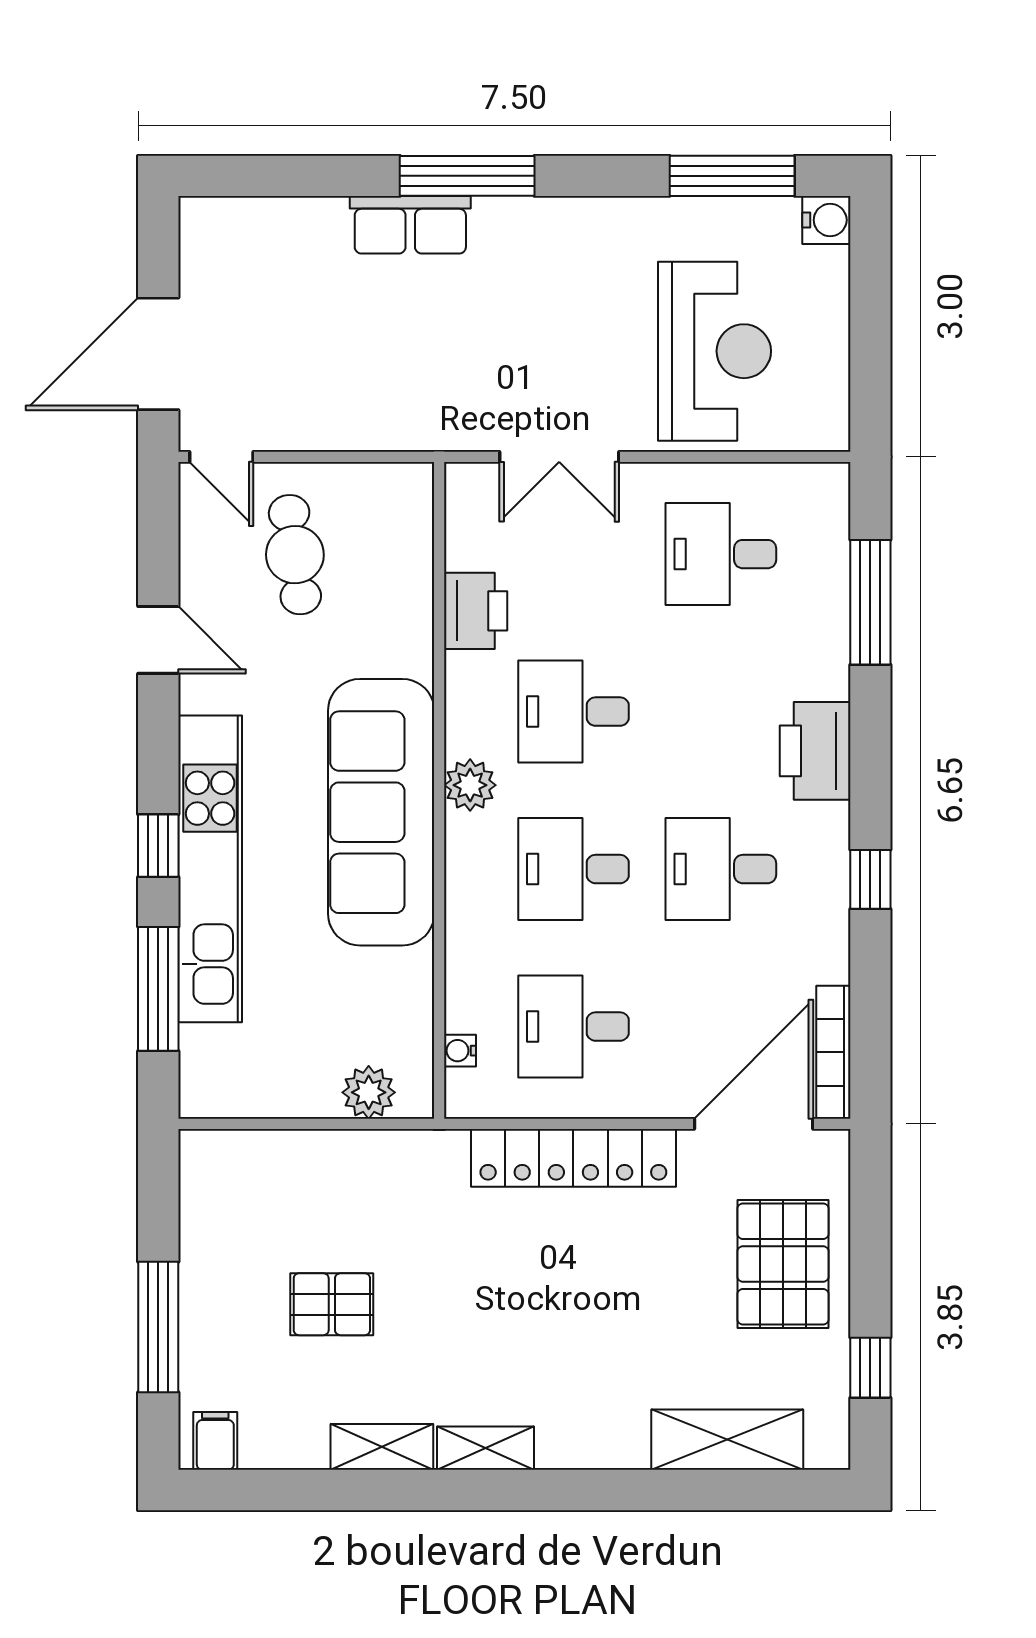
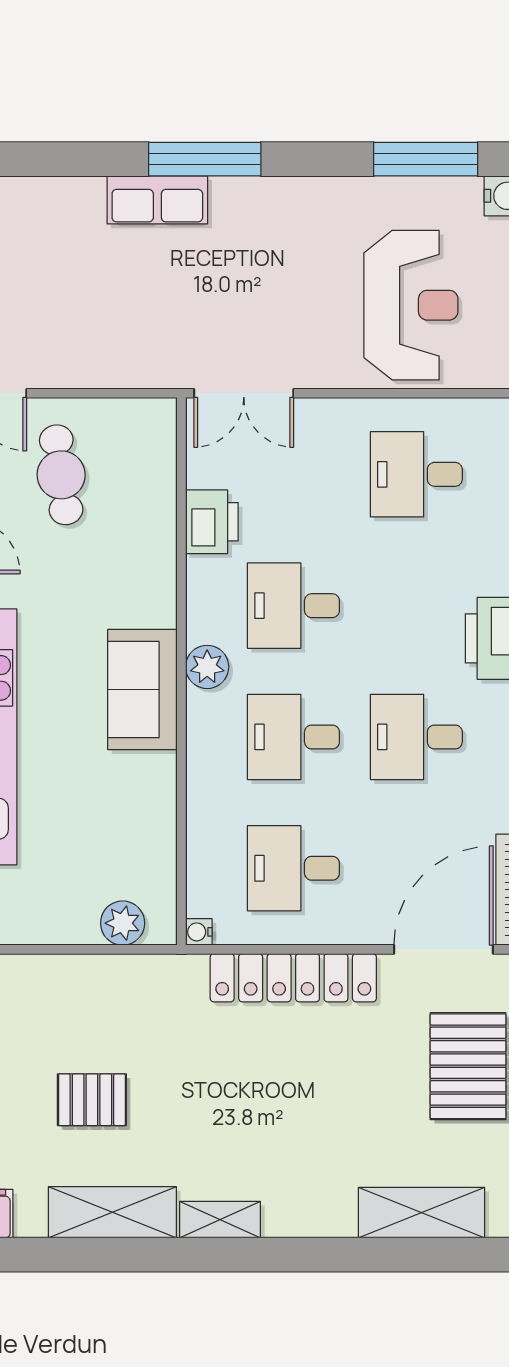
double door: (559, 457) -> (244, 393), moved
sofa: (381, 812) -> (142, 690), width x0.54, depth x0.79
water cooler: (460, 1051) -> (199, 932), moved
shelving: (382, 1447) -> (112, 1212), width x1.50, depth x1.33

